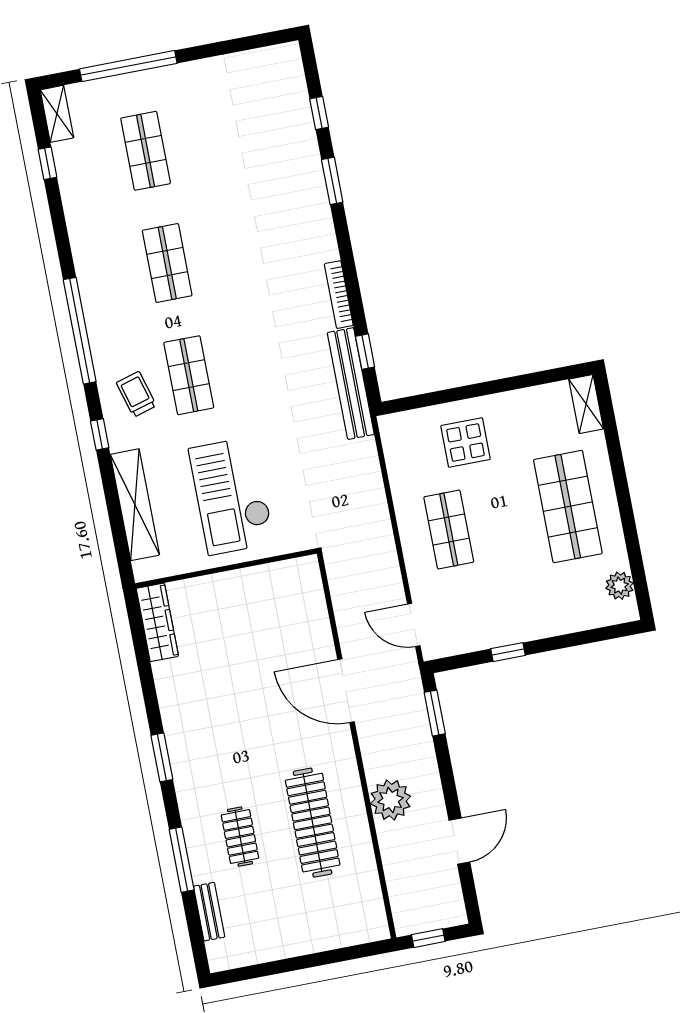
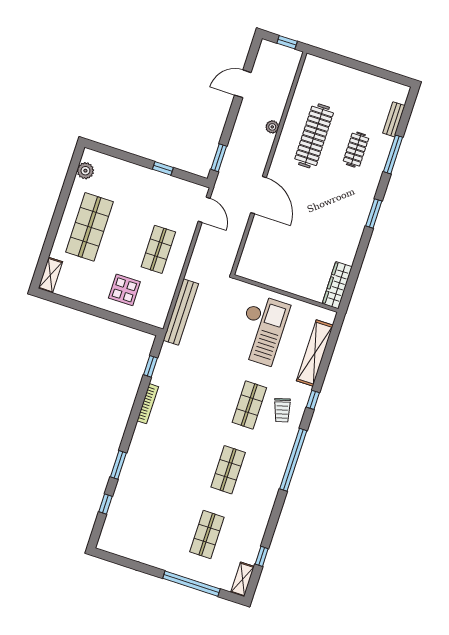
bench: (351, 384) -> (181, 312), moved
plant: (391, 800) -> (272, 127), width x0.53, depth x0.53

